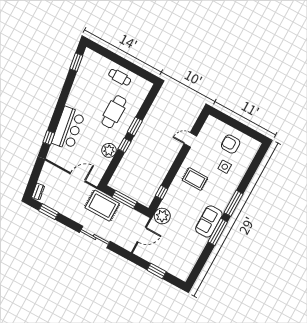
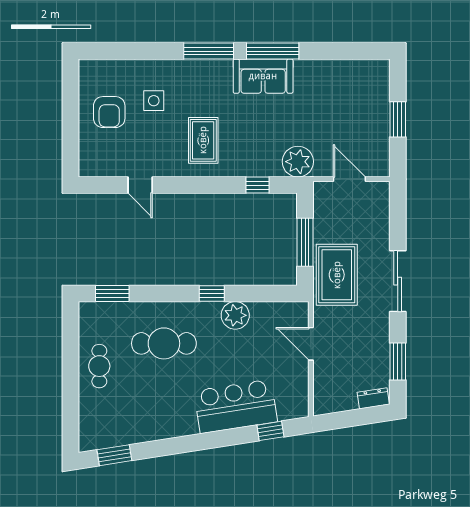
window: (135, 126) -> (112, 293), moved
sliding door: (95, 237) -> (398, 281), moved

